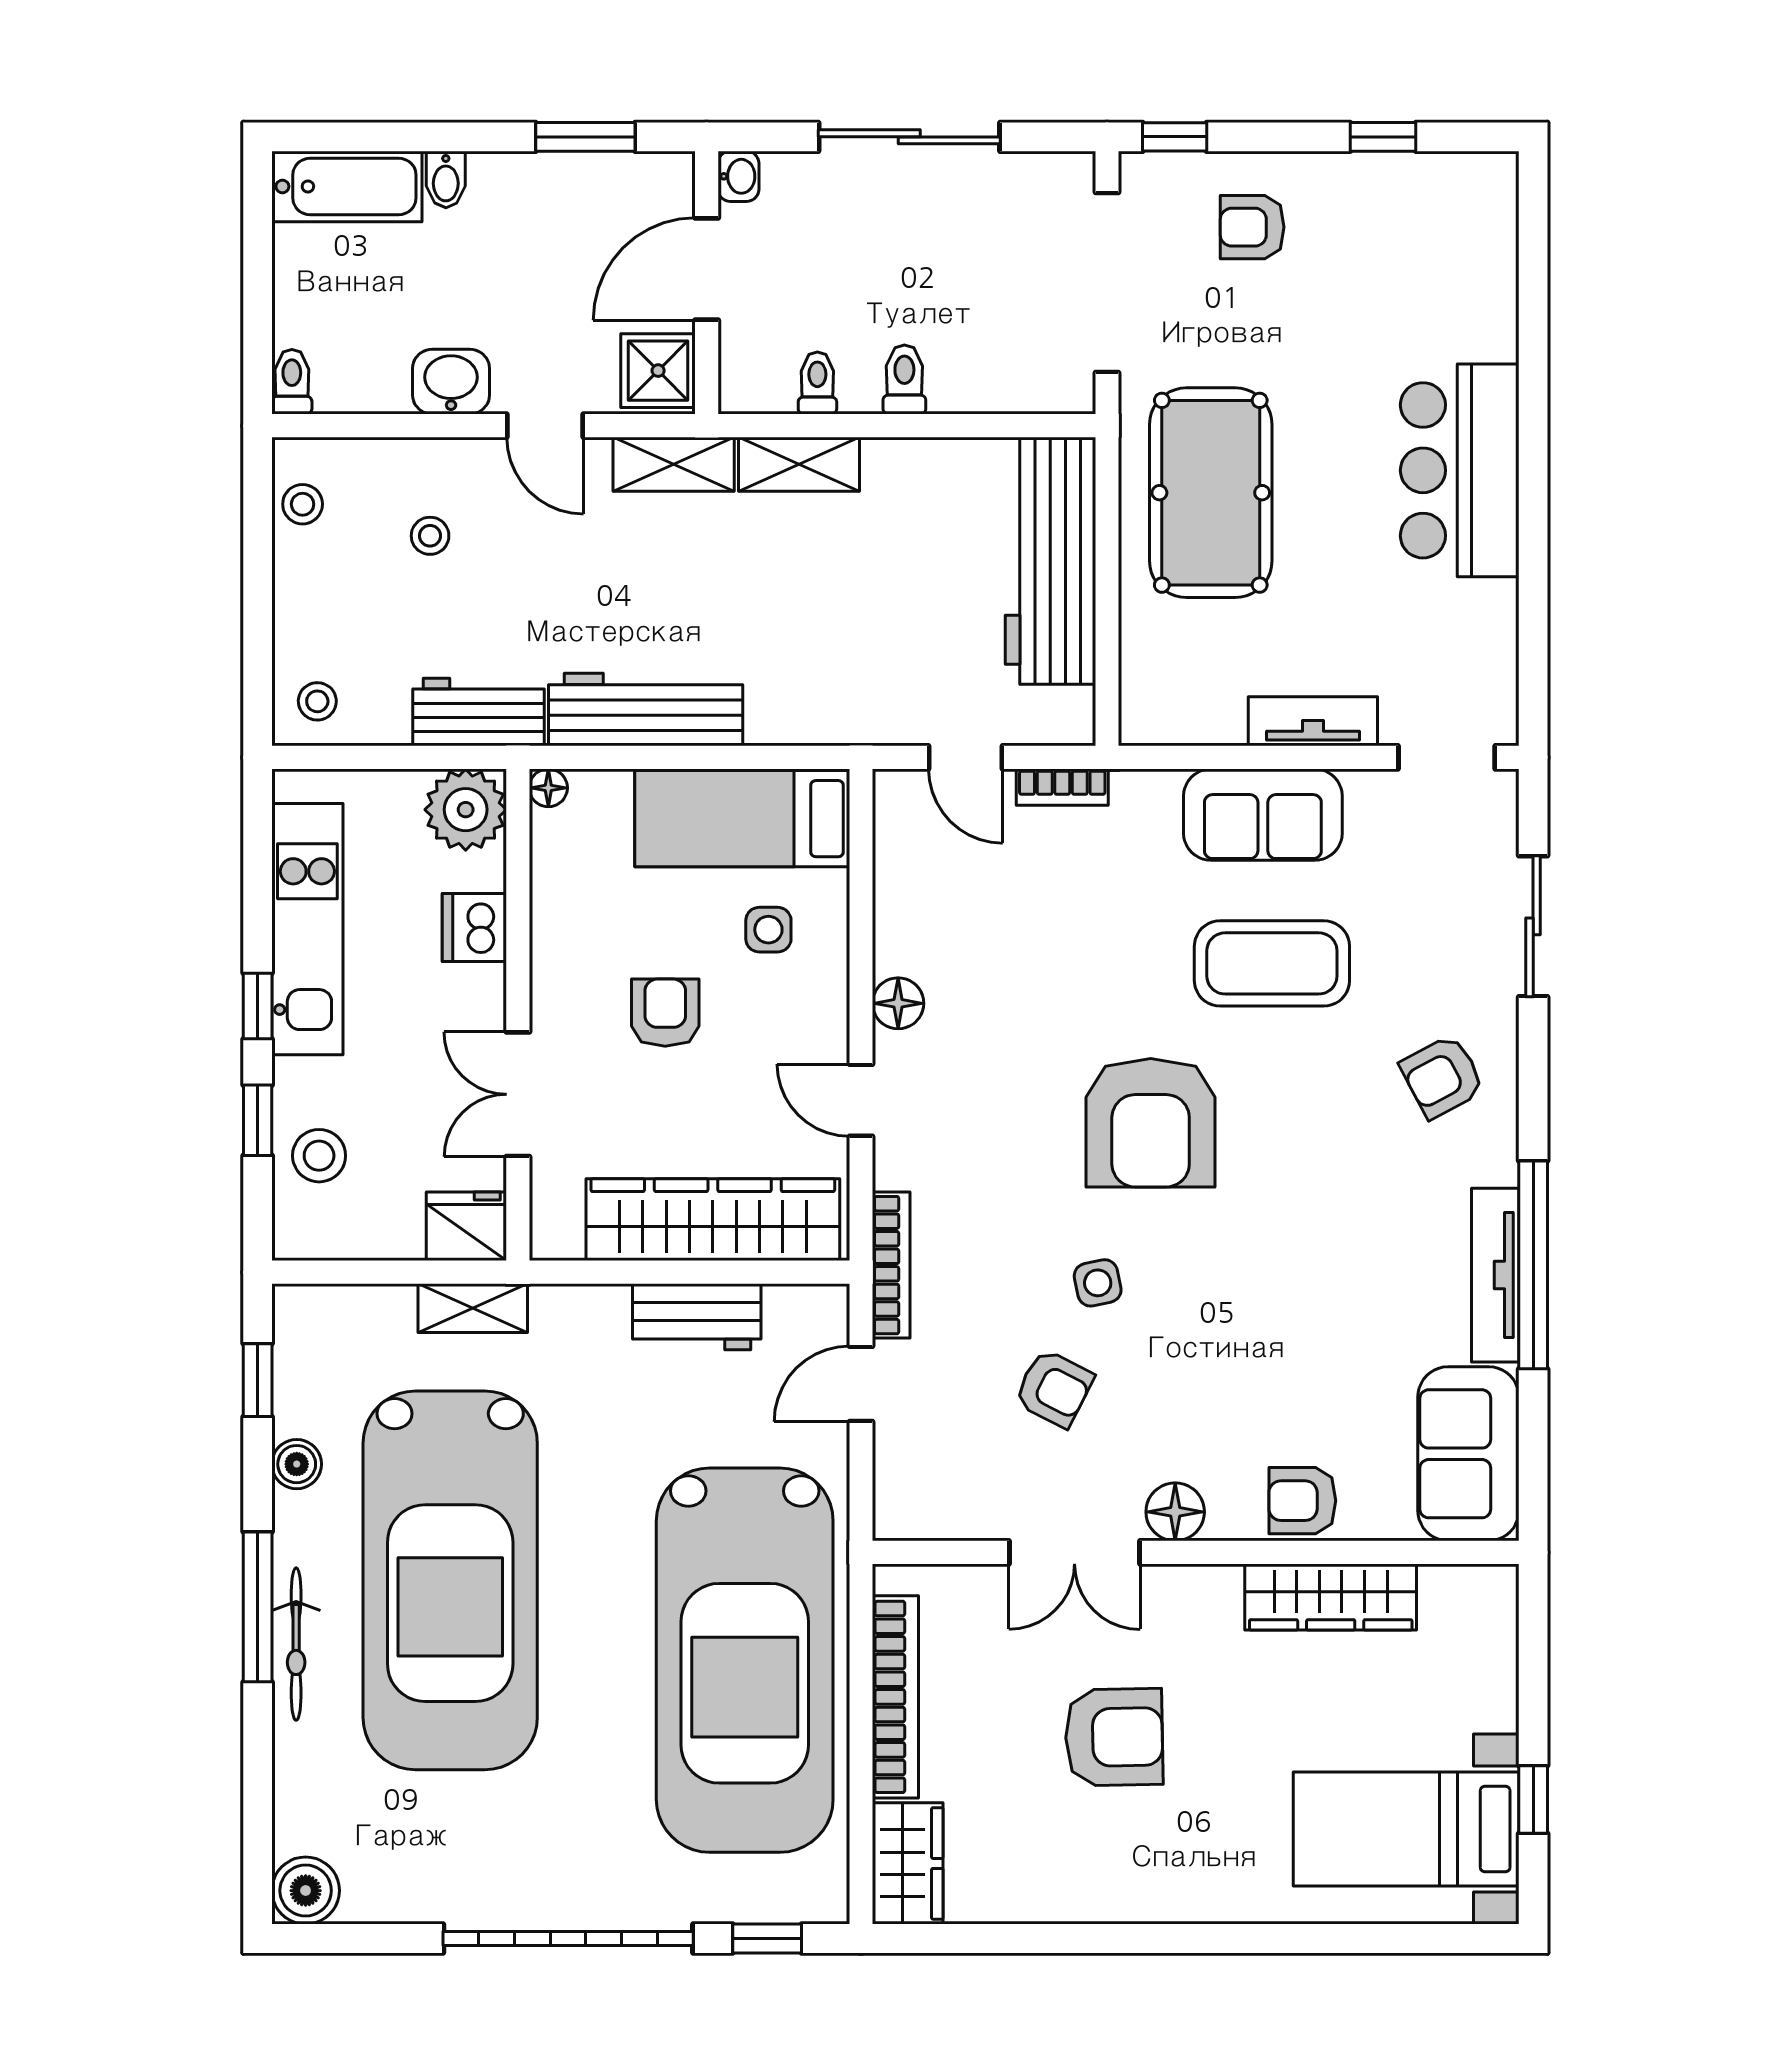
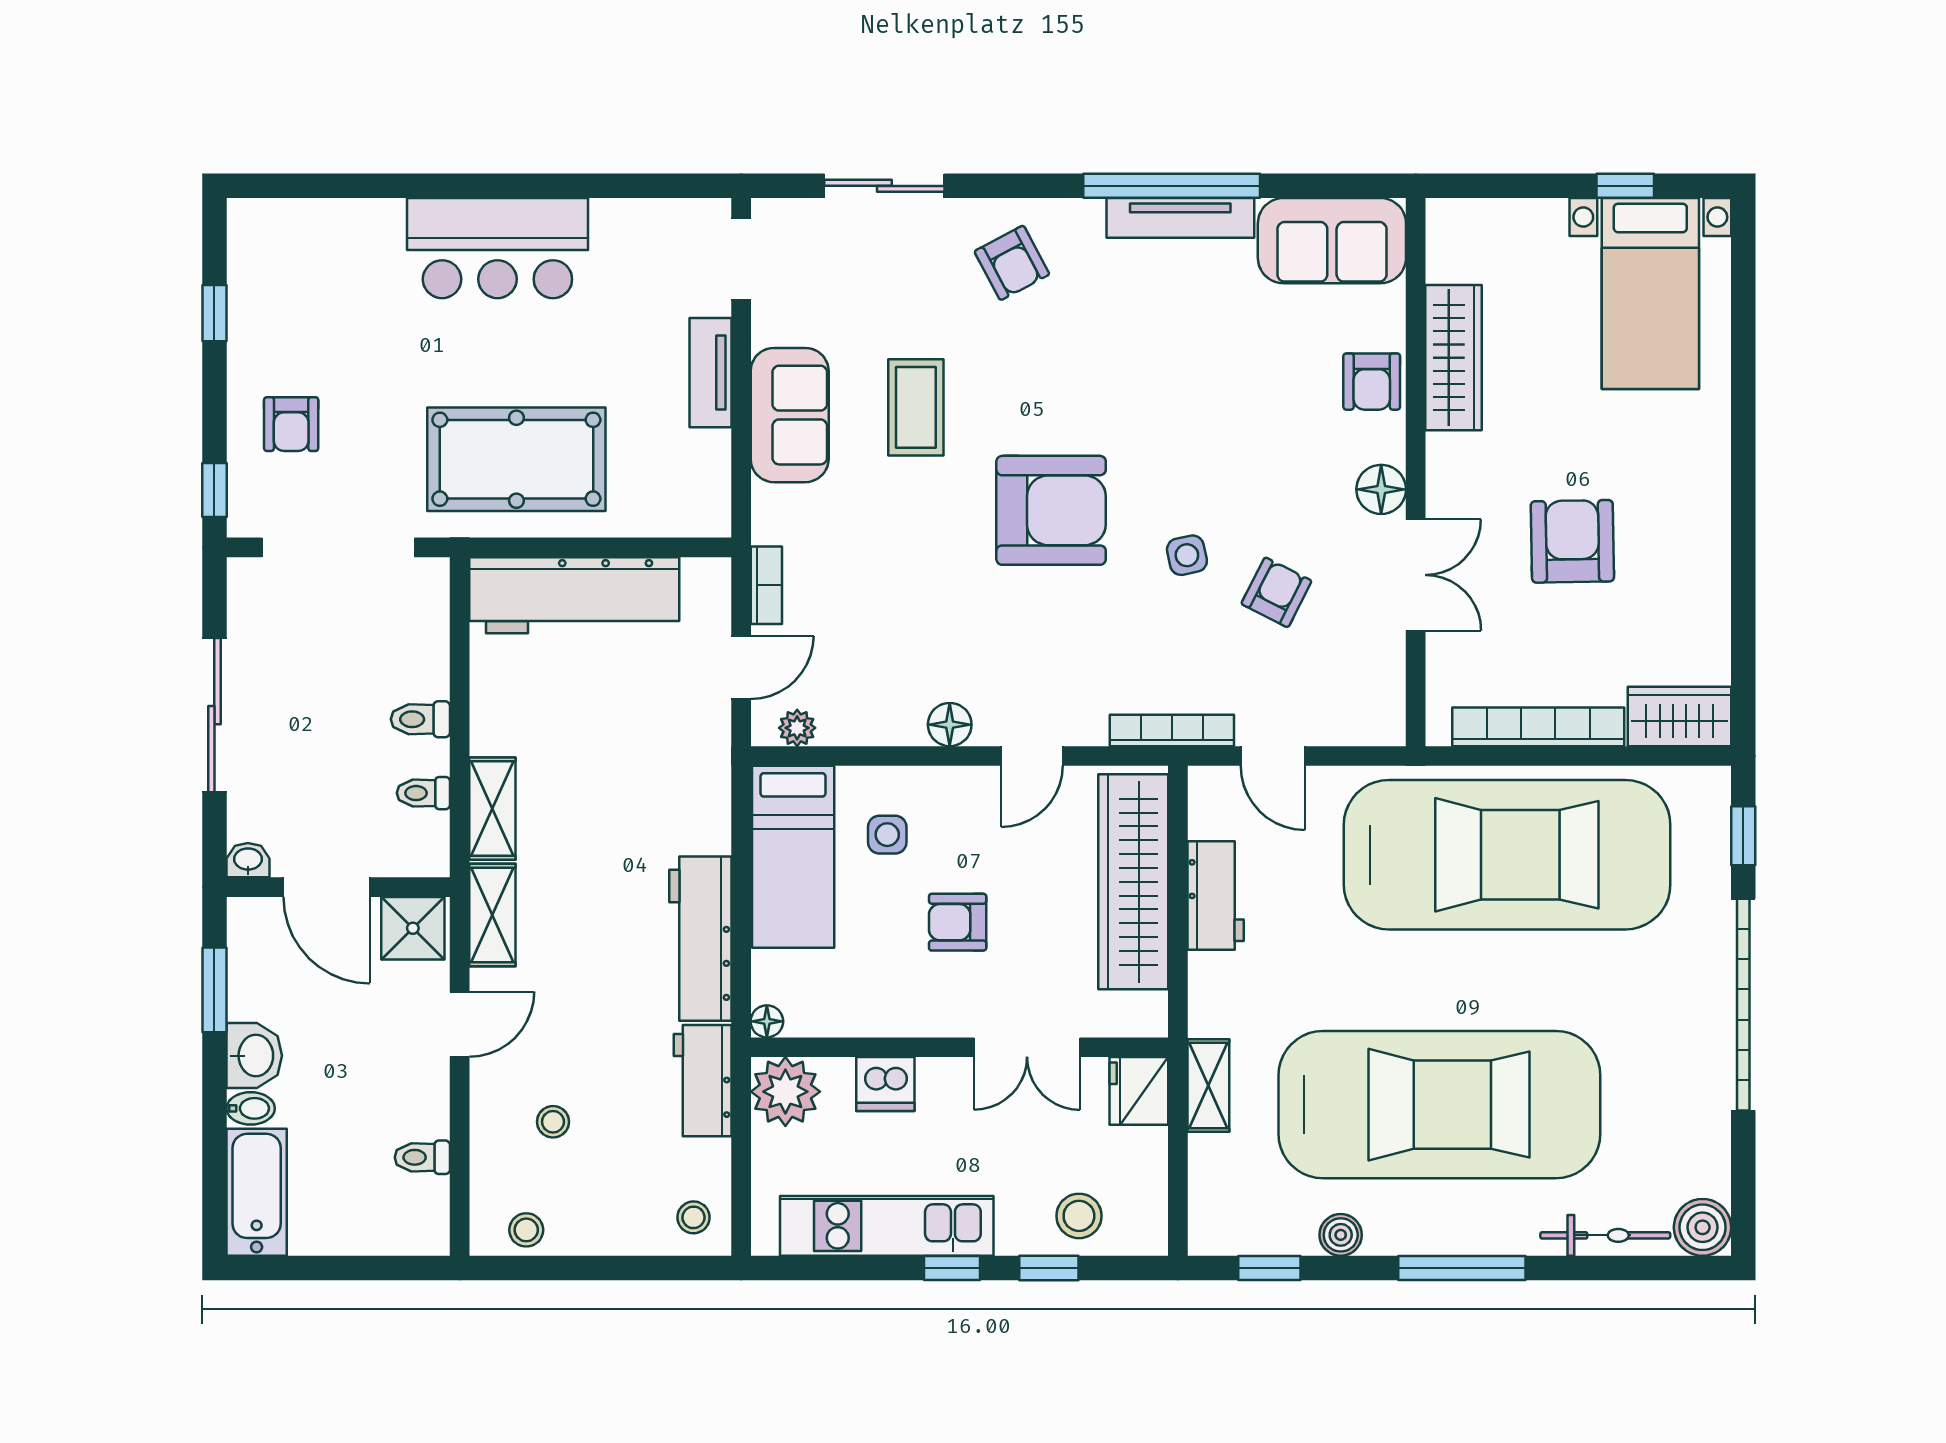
toilet: (292, 382) -> (422, 1157), moved
washbasin: (451, 382) -> (254, 1056), moved, turned 180
plant: (894, 823) -> (797, 728), added
coffee table: (1272, 963) -> (916, 407), width x0.73, depth x0.76
bicycle: (296, 1644) -> (1605, 1235), moved

